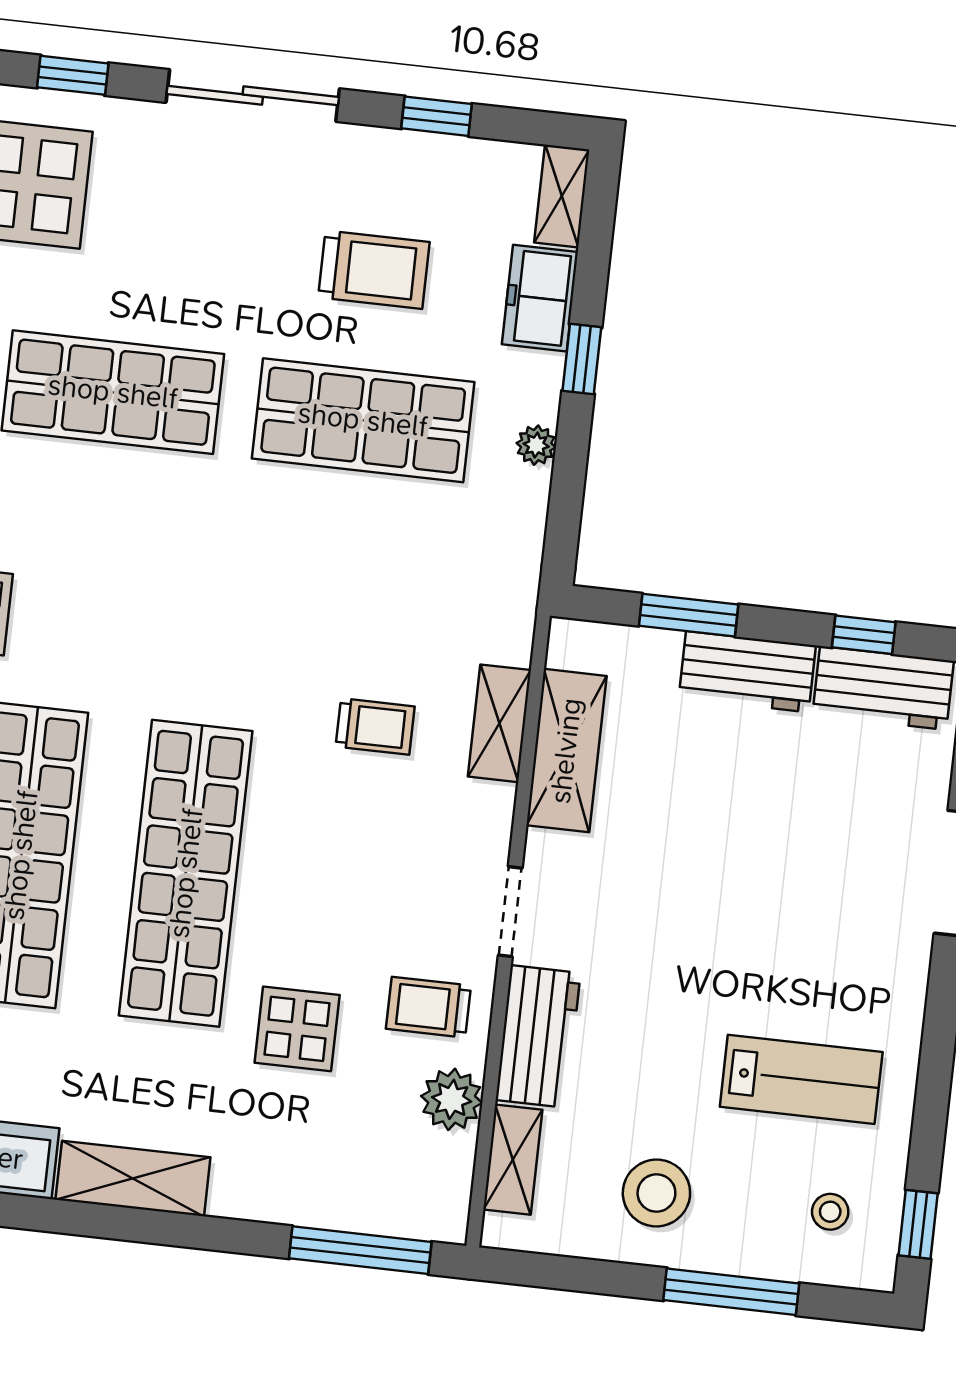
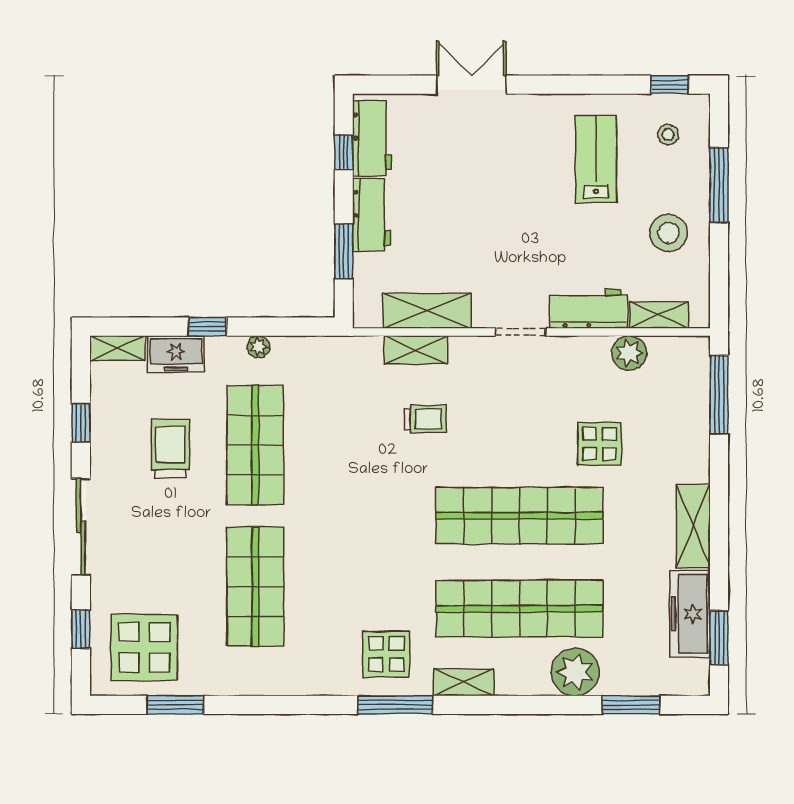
trolley: (375, 726) -> (426, 419), turned 90
trolley: (428, 1007) -> (579, 372), removed

